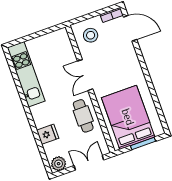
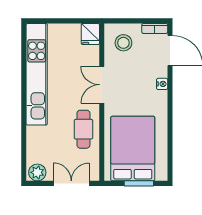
nightstand: (133, 57) -> (162, 84), added
kitchen unit: (26, 74) -> (37, 74), width x1.36
fridge: (48, 134) -> (90, 34), moved, turned 90

